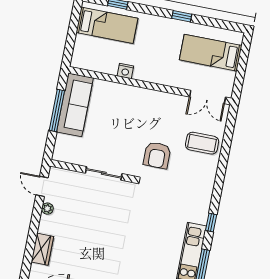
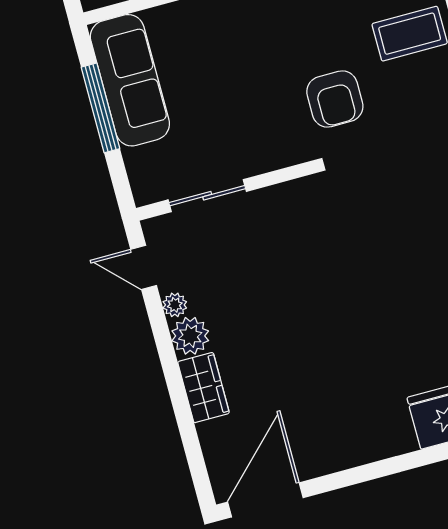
sliding door: (104, 173) -> (207, 196), moved
plant: (47, 225) -> (190, 336), added

